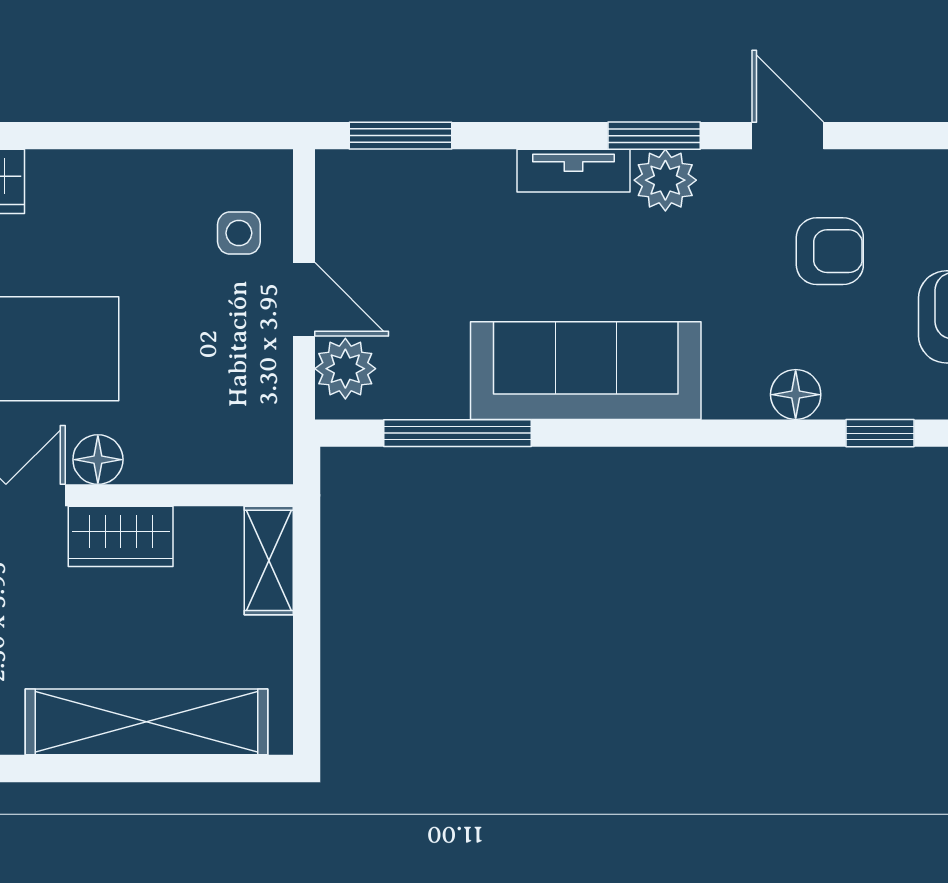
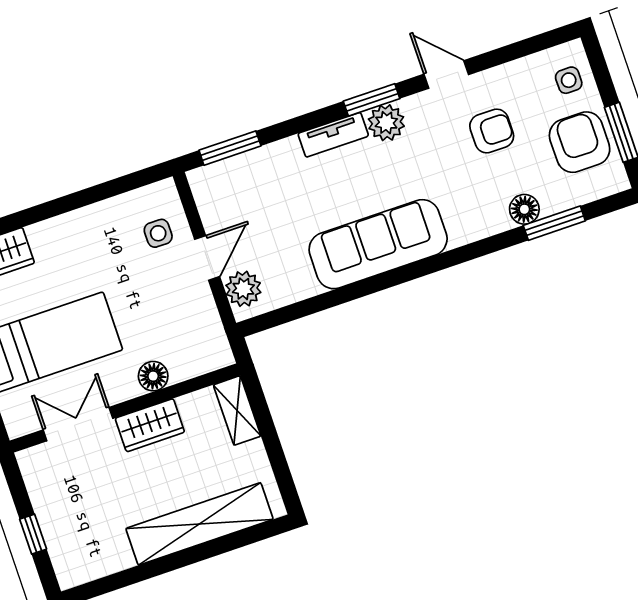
door: (304, 299) -> (207, 258), hinge flipped
floor lamp: (796, 395) -> (524, 209), moved
window: (458, 433) -> (318, 303), removed
window: (880, 433) -> (554, 223), width x1.50
floor lamp: (98, 460) -> (153, 376), moved

